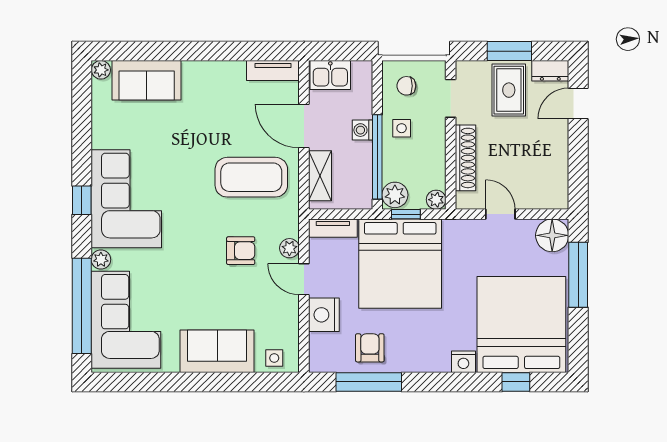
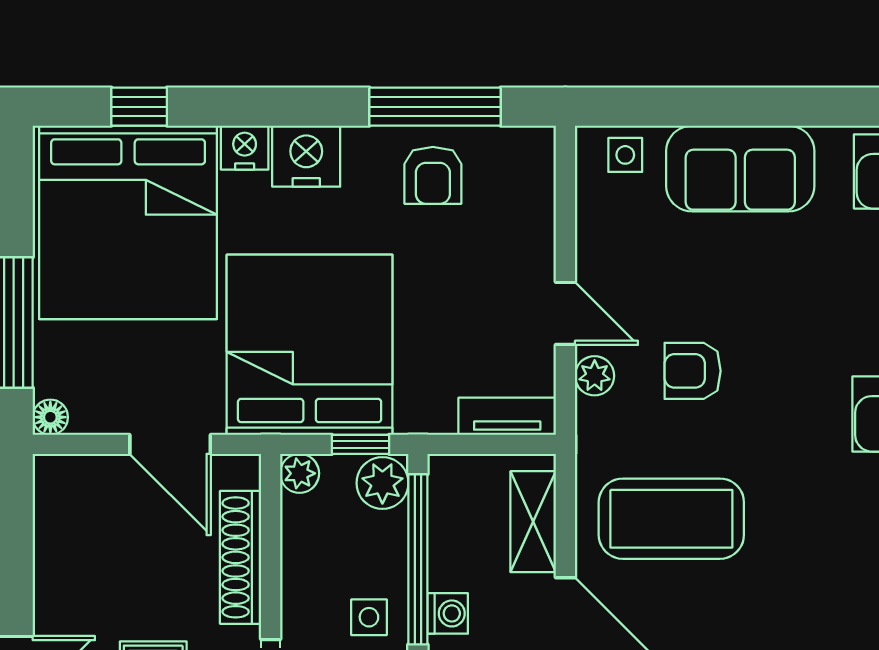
door: (500, 214) -> (170, 444), width x1.38
floor lamp: (552, 235) -> (50, 417), width x0.53, depth x0.53
bed: (400, 264) -> (310, 345), moved
nightstand: (324, 315) -> (306, 156), moved, turned -90

